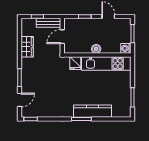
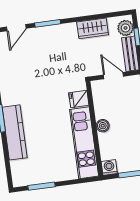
plant: (30, 24) -> (125, 28), added
door: (20, 100) -> (16, 28), hinge flipped

